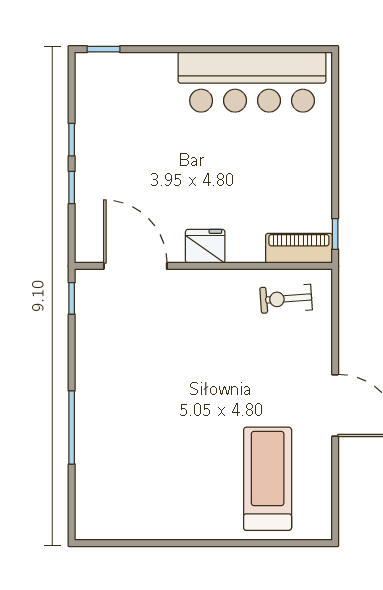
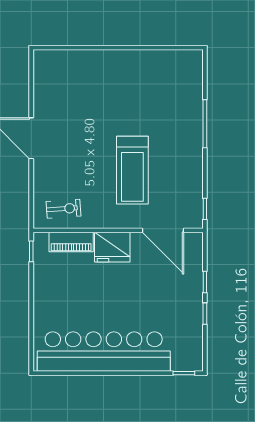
bar counter: (252, 82) -> (104, 352), width x1.36
fridge: (205, 246) -> (112, 247), width x1.36, depth x1.34
piano: (299, 248) -> (71, 242), moved
treadmill: (268, 479) -> (132, 170), moved

